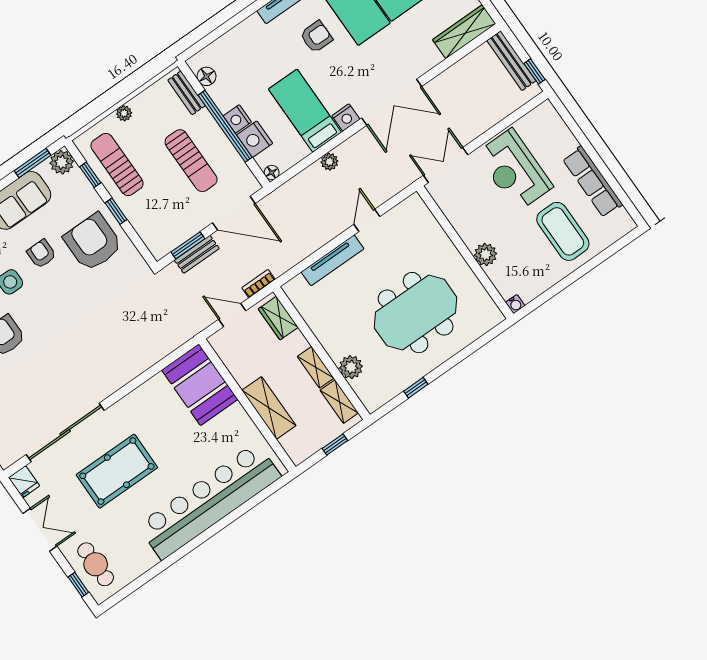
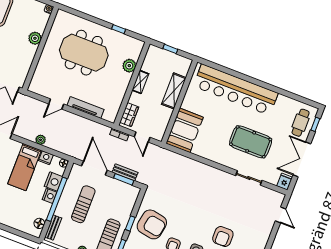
nightstand: (346, 117) -> (46, 158), moved
armchair: (93, 242) -> (152, 224), turned -80
shelving: (339, 402) -> (149, 60), removed
sliding door: (65, 433) -> (249, 178), width x0.54
double door: (40, 530) -> (302, 159), width x1.37

